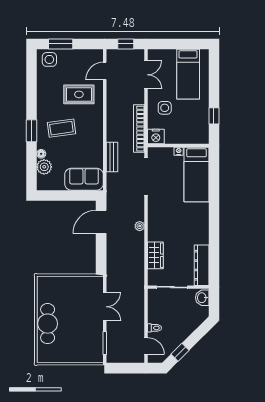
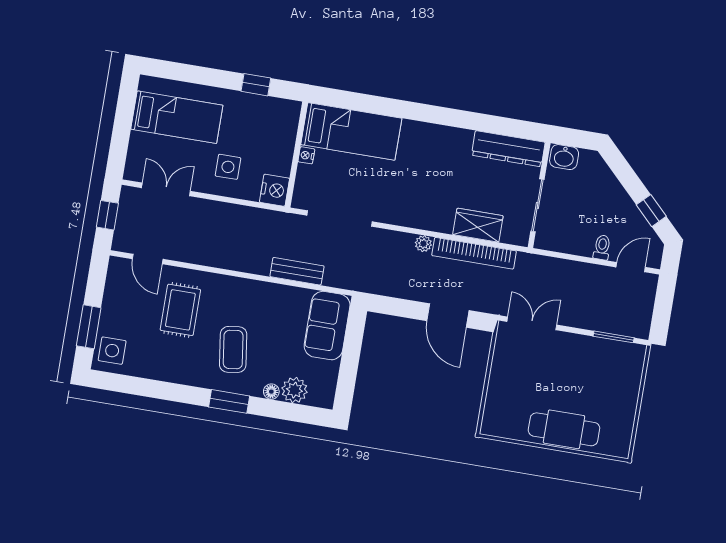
bookcase: (139, 129) -> (474, 253), moved
door: (101, 222) -> (448, 316), moved
double door: (105, 307) -> (532, 323), moved

